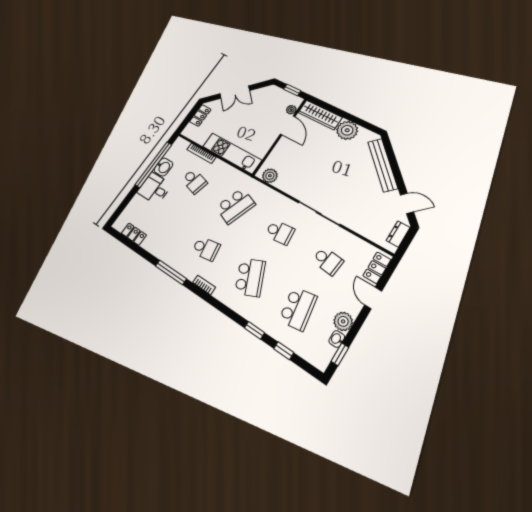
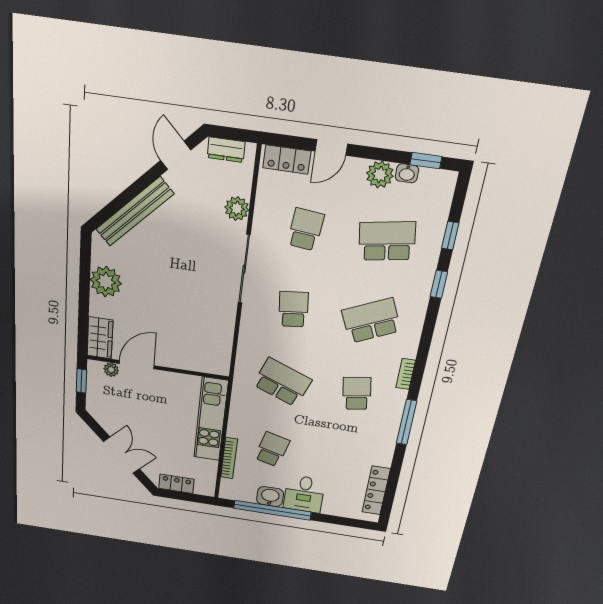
wardrobe: (320, 115) -> (100, 338), width x0.67
plant: (270, 176) -> (237, 209), moved
locker: (134, 234) -> (376, 490), width x1.53

